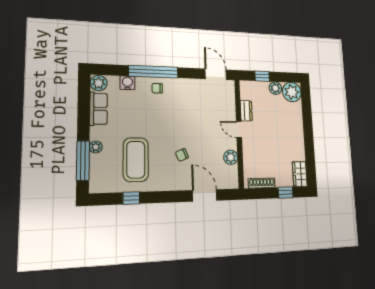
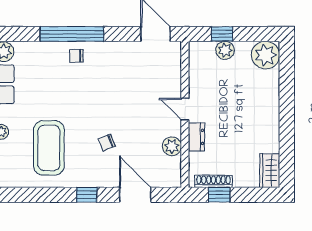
water cooler: (127, 83) -> (39, 50), removed
plant: (275, 88) -> (225, 50), moved
dresser: (246, 111) -> (196, 137), moved
window: (286, 192) -> (219, 195), moved
window: (131, 198) -> (87, 195), moved

